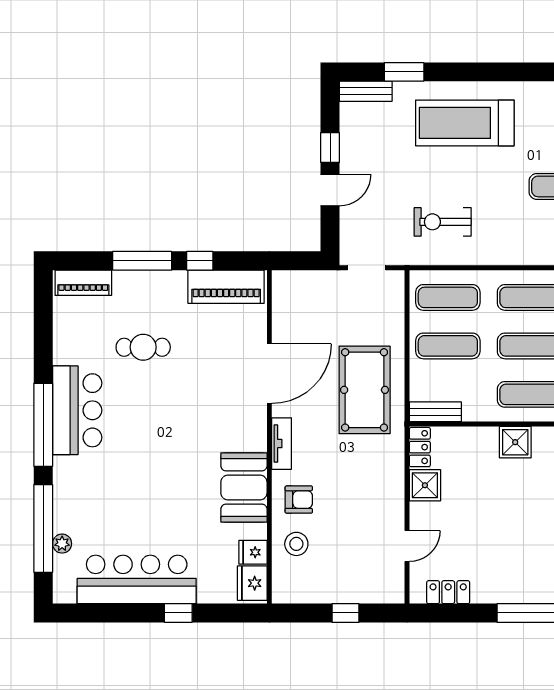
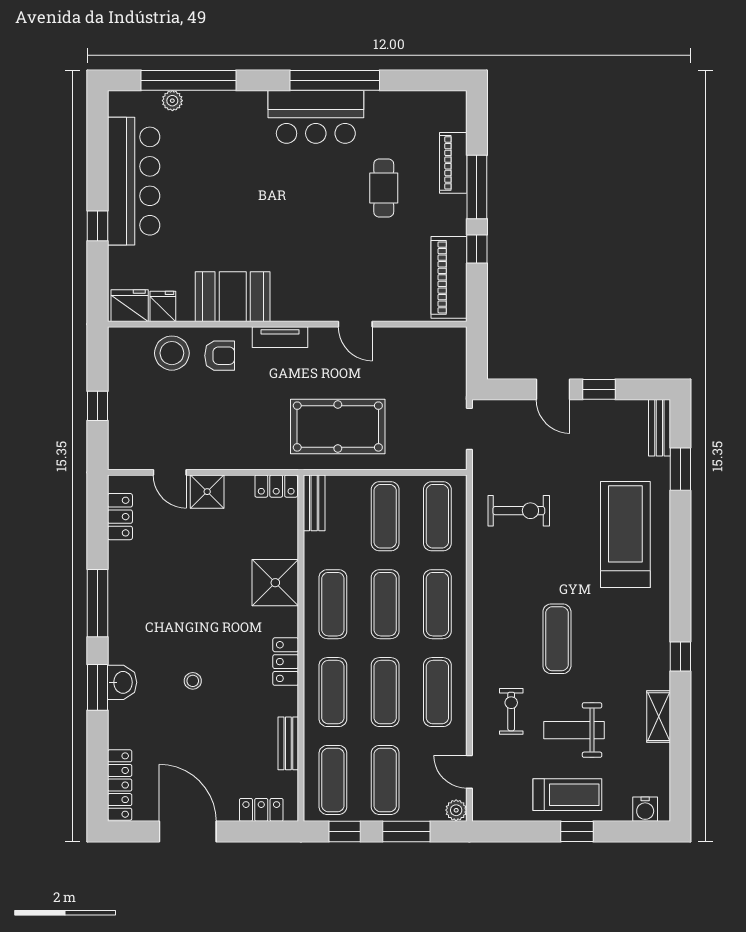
exercise bike: (443, 222) -> (519, 511), turned 90
piano: (83, 283) -> (453, 163), moved
door: (269, 374) -> (355, 324), width x0.53
window: (43, 425) -> (335, 80), moved
shower: (515, 442) -> (275, 583), width x1.36, depth x1.36
shower: (425, 485) -> (207, 492), moved
armchair: (299, 500) -> (220, 356), turned -90
stool: (296, 544) -> (172, 353), width x1.38, depth x1.38

